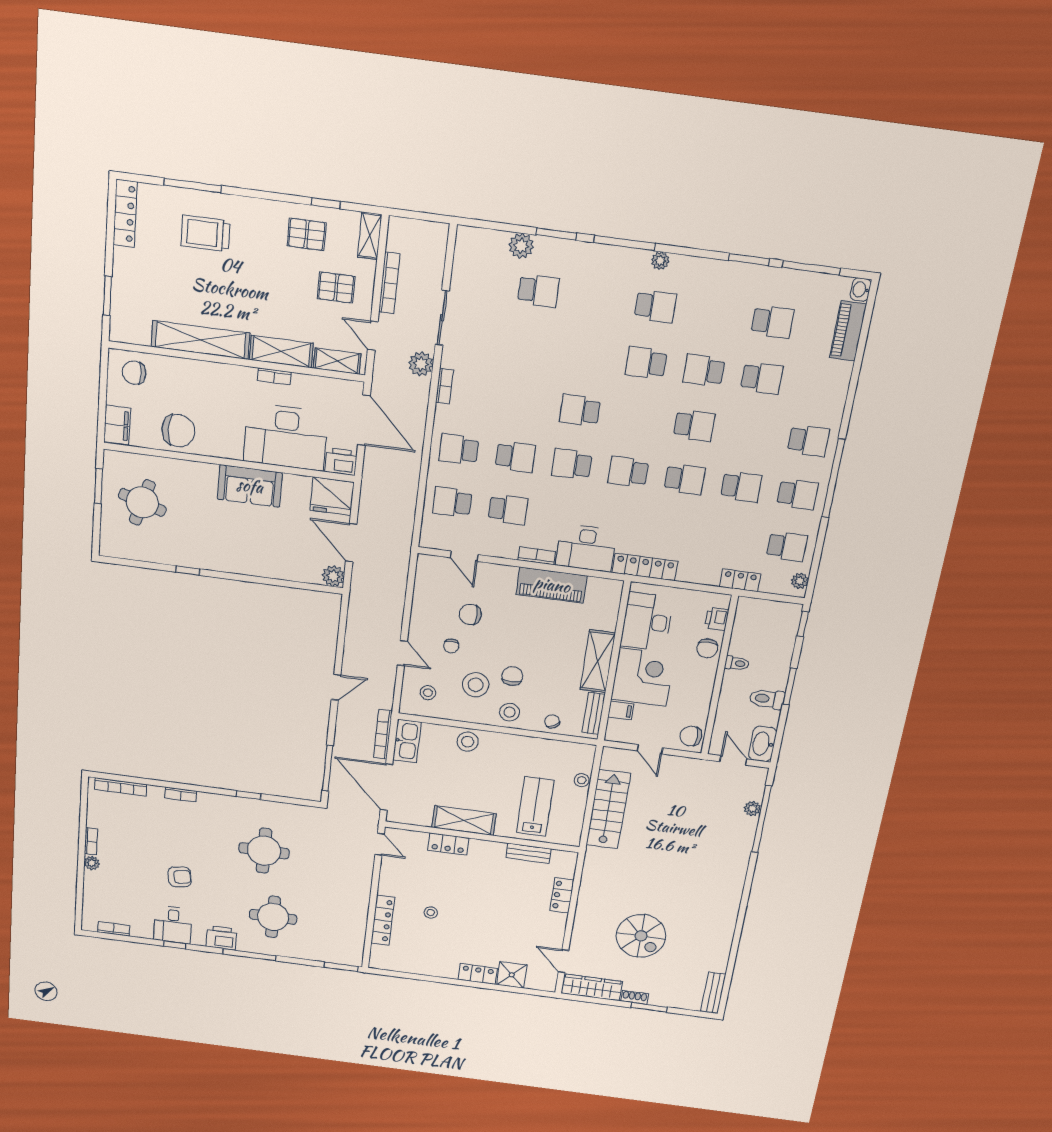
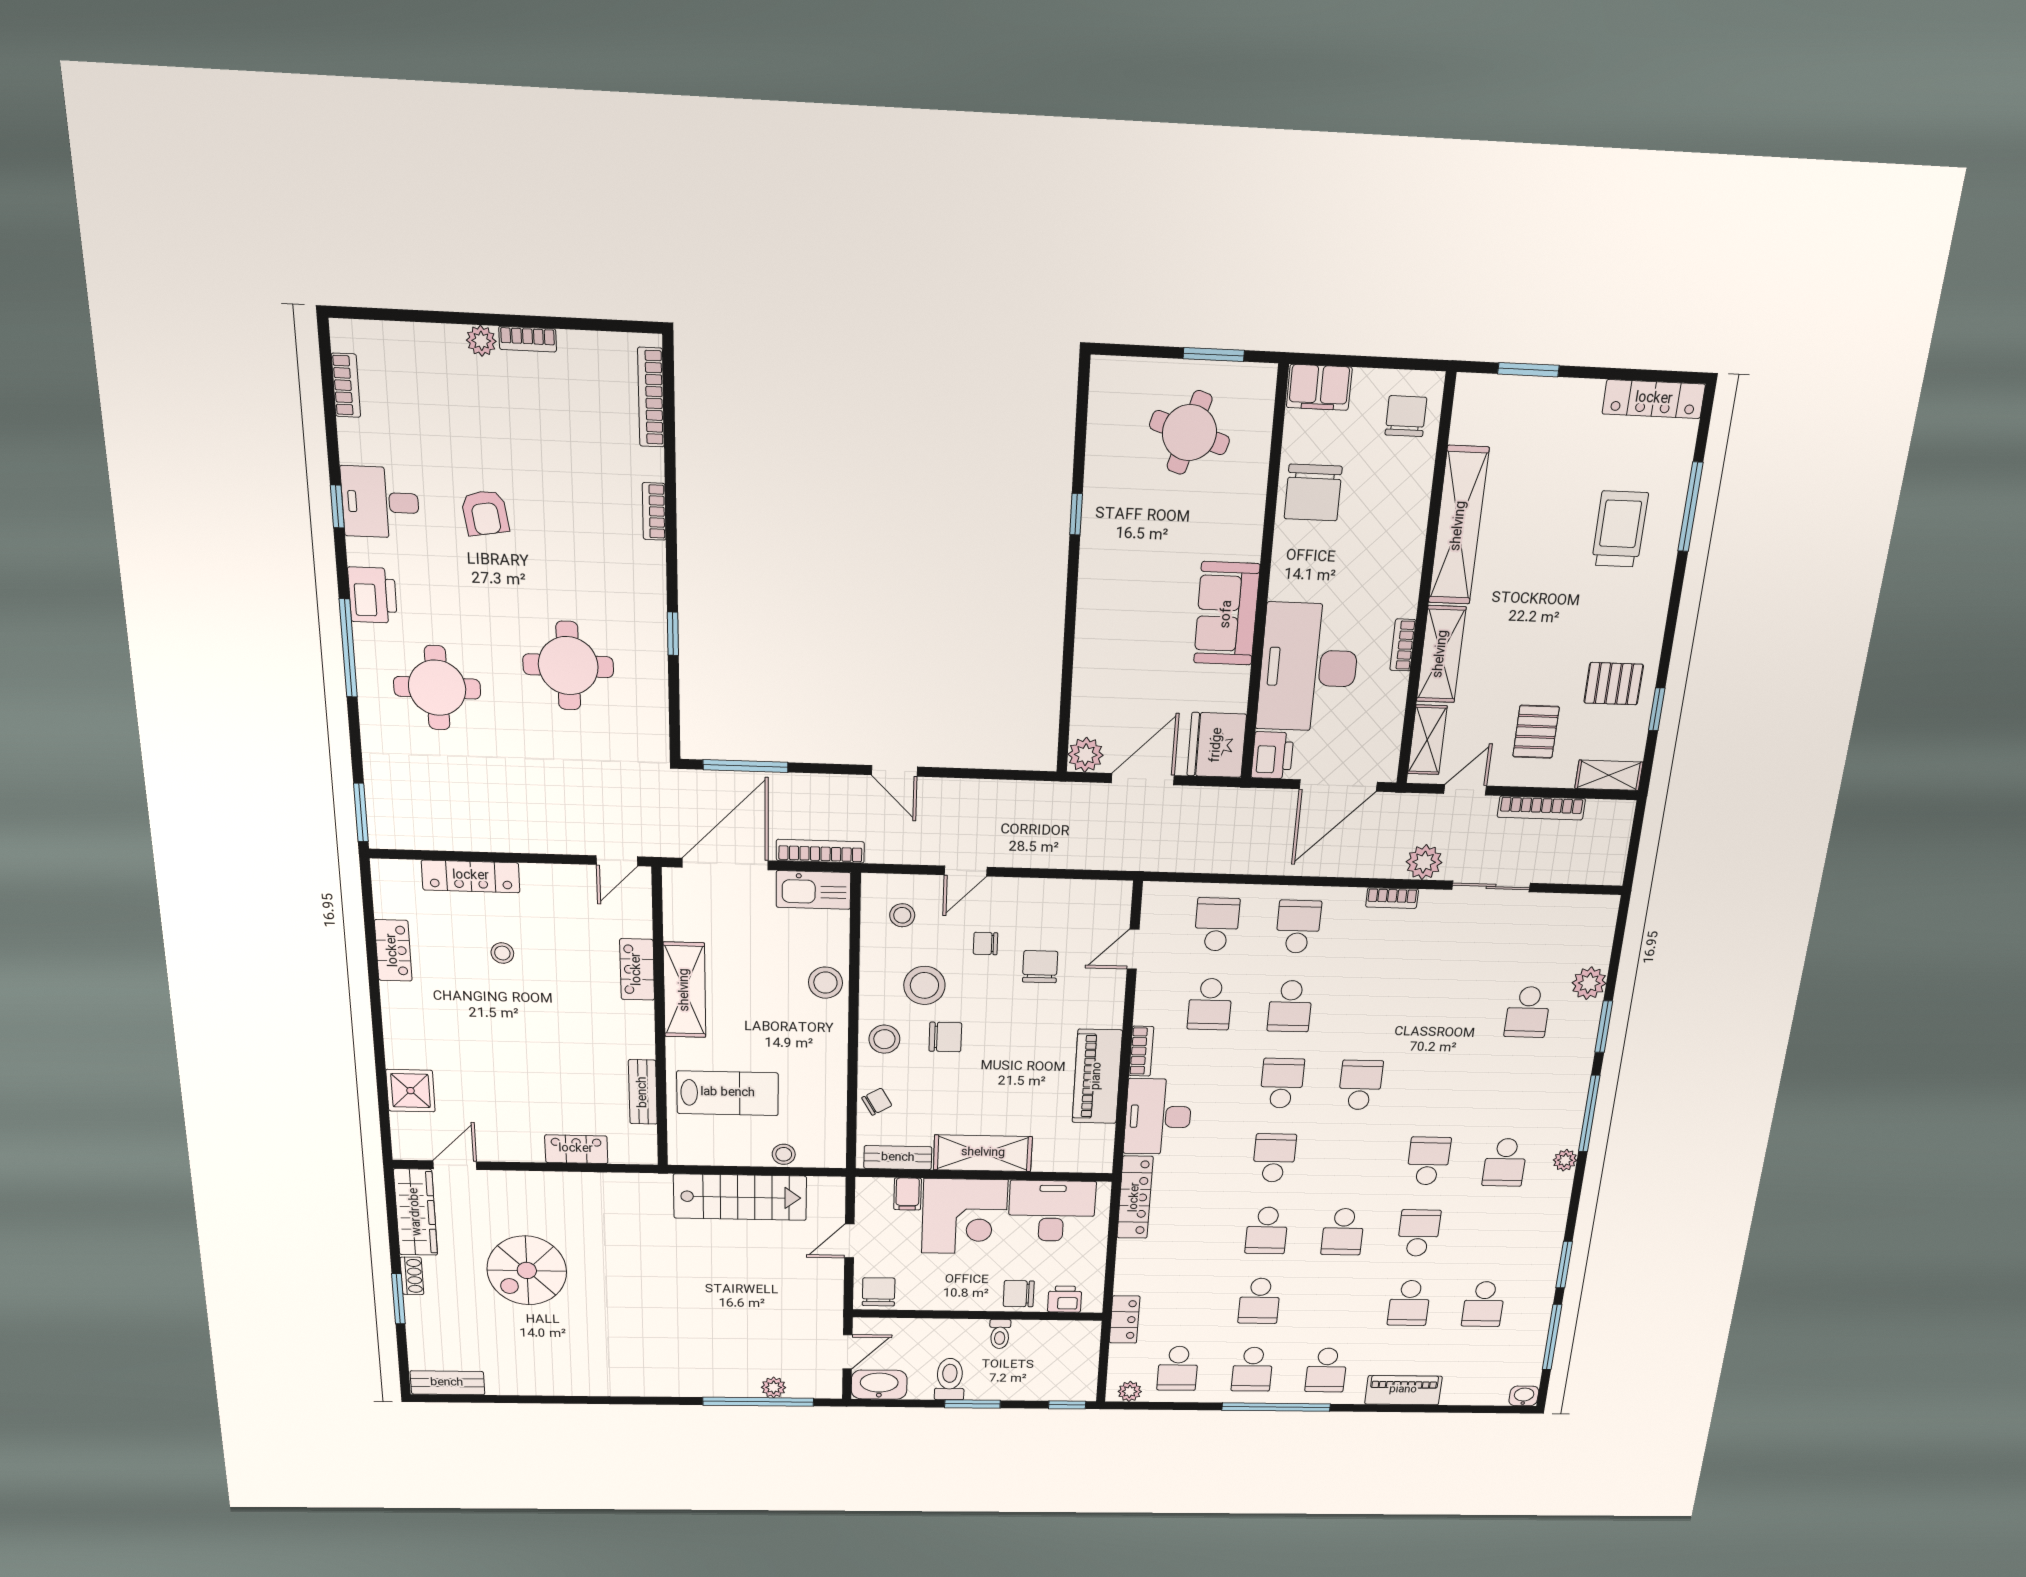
pallet: (307, 234) -> (1614, 684), turned 90
piano: (848, 331) -> (1403, 1390), moved
locker: (478, 974) -> (393, 950), moved

